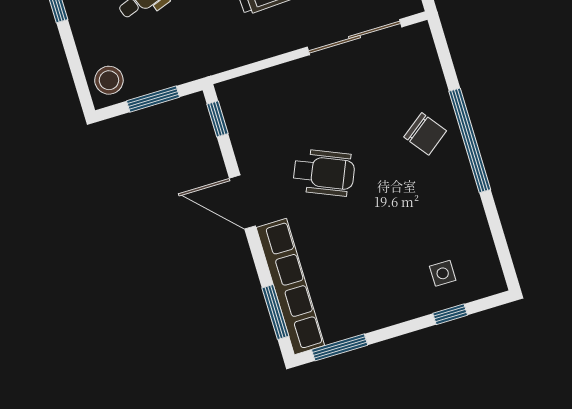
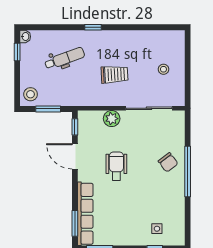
plant: (286, 80) -> (112, 119), added
wheelchair: (324, 173) -> (116, 166), turned -113
door: (242, 202) -> (75, 156), moved

